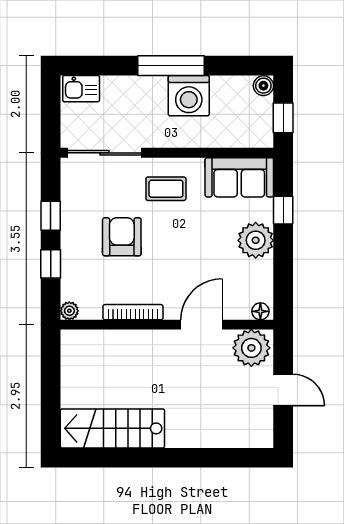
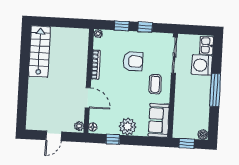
washing machine: (189, 96) -> (202, 65), moved
window: (283, 210) -> (113, 139), moved
plant: (251, 348) -> (79, 126), width x0.53, depth x0.53

